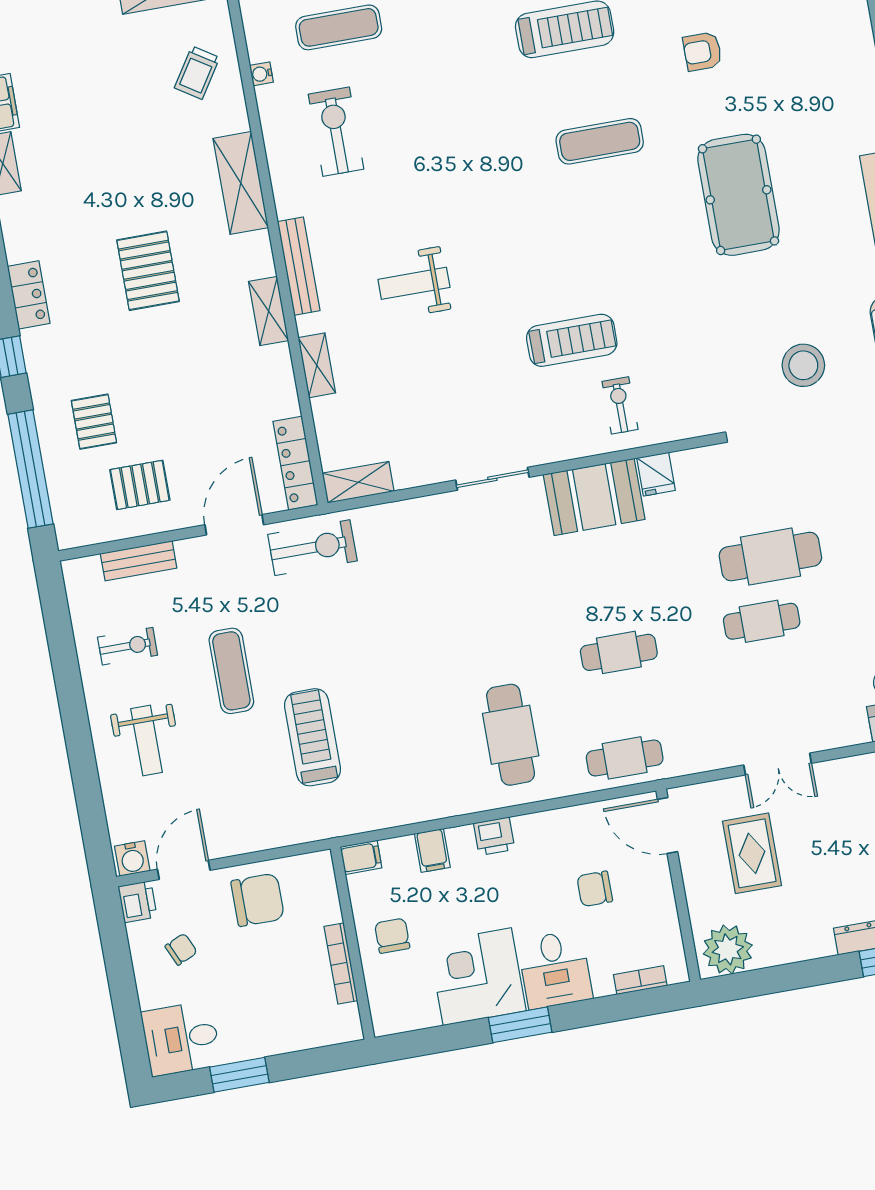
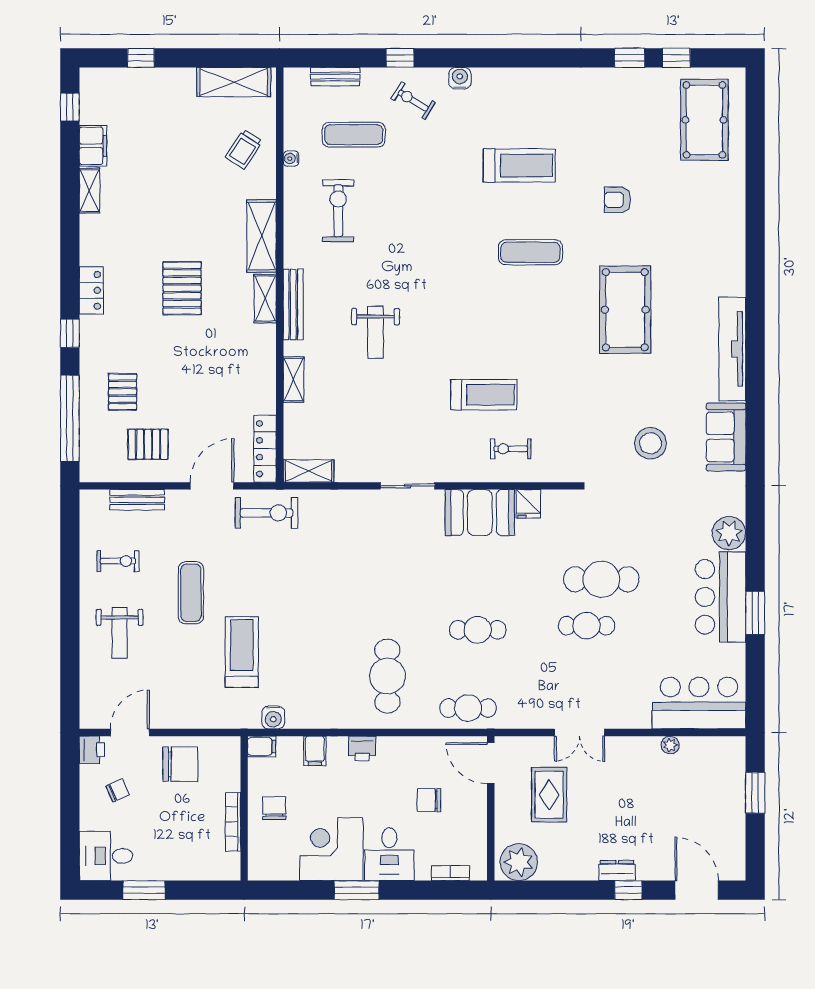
weight bench: (414, 283) -> (375, 332), turned -90
shelving: (269, 311) -> (265, 299), moved
exercise bike: (620, 405) -> (511, 449), turned -90
water cooler: (132, 858) -> (273, 717), moved

